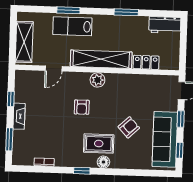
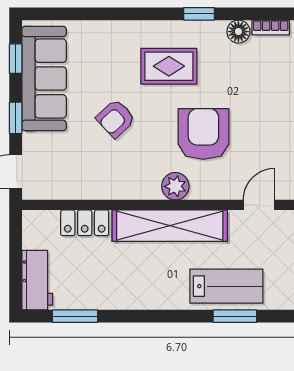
window: (126, 12) -> (75, 316), moved
workbench: (165, 25) -> (37, 280), moved, turned 90
armchair: (82, 107) -> (203, 134), width x1.88, depth x1.88
armchair: (129, 127) -> (116, 119), moved
floor lamp: (103, 162) -> (238, 32), moved

